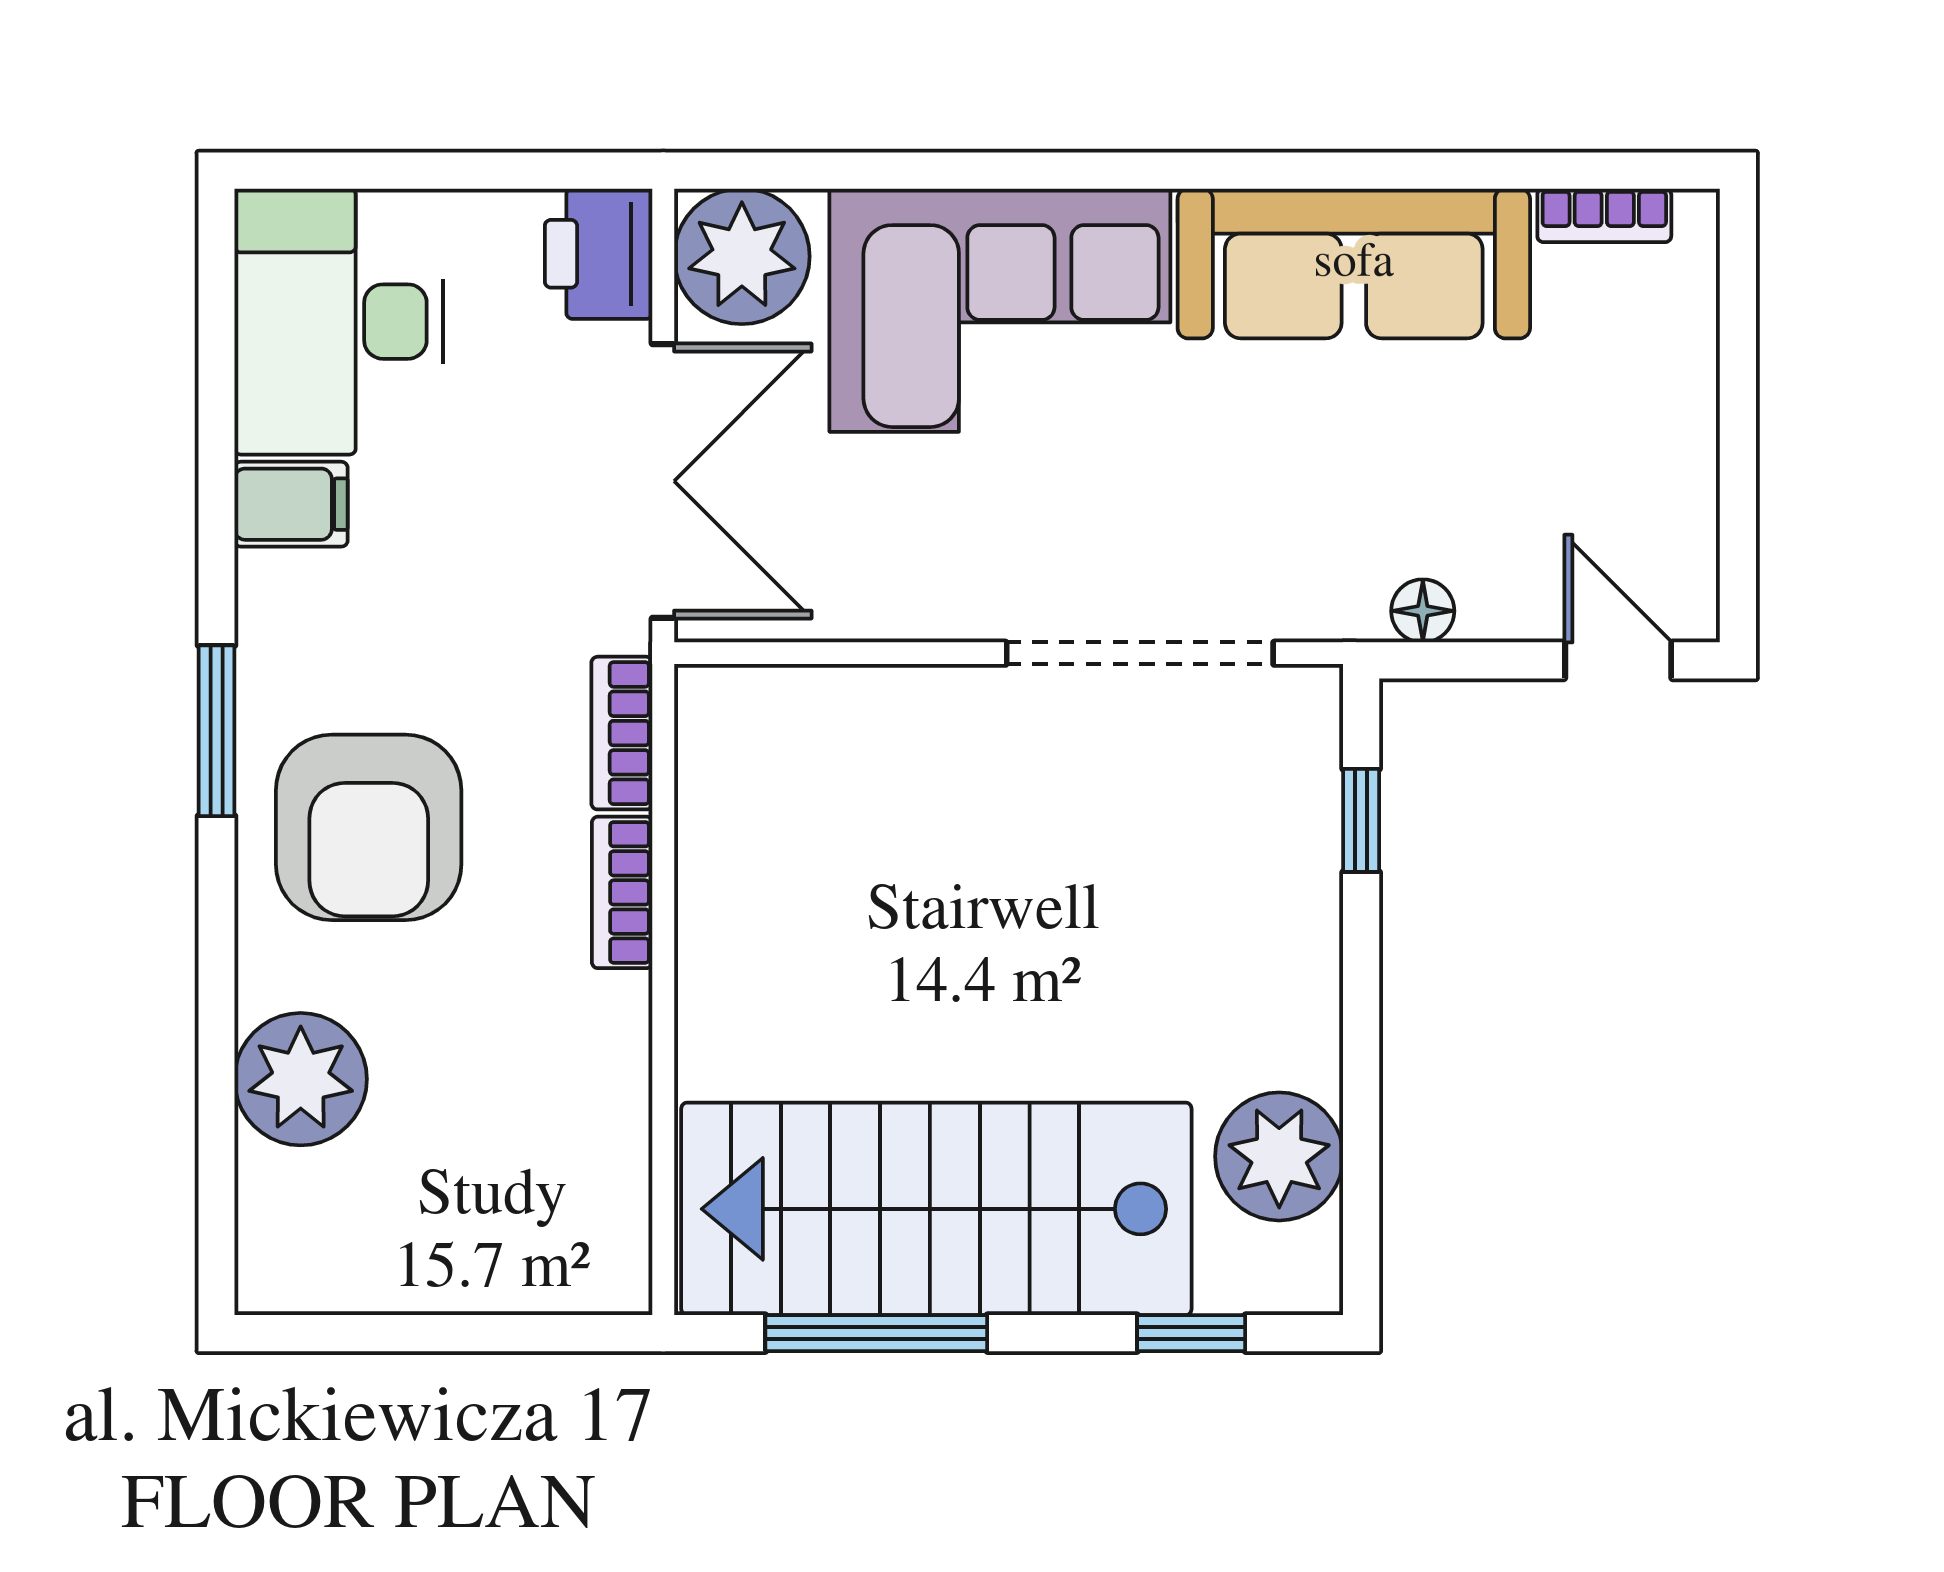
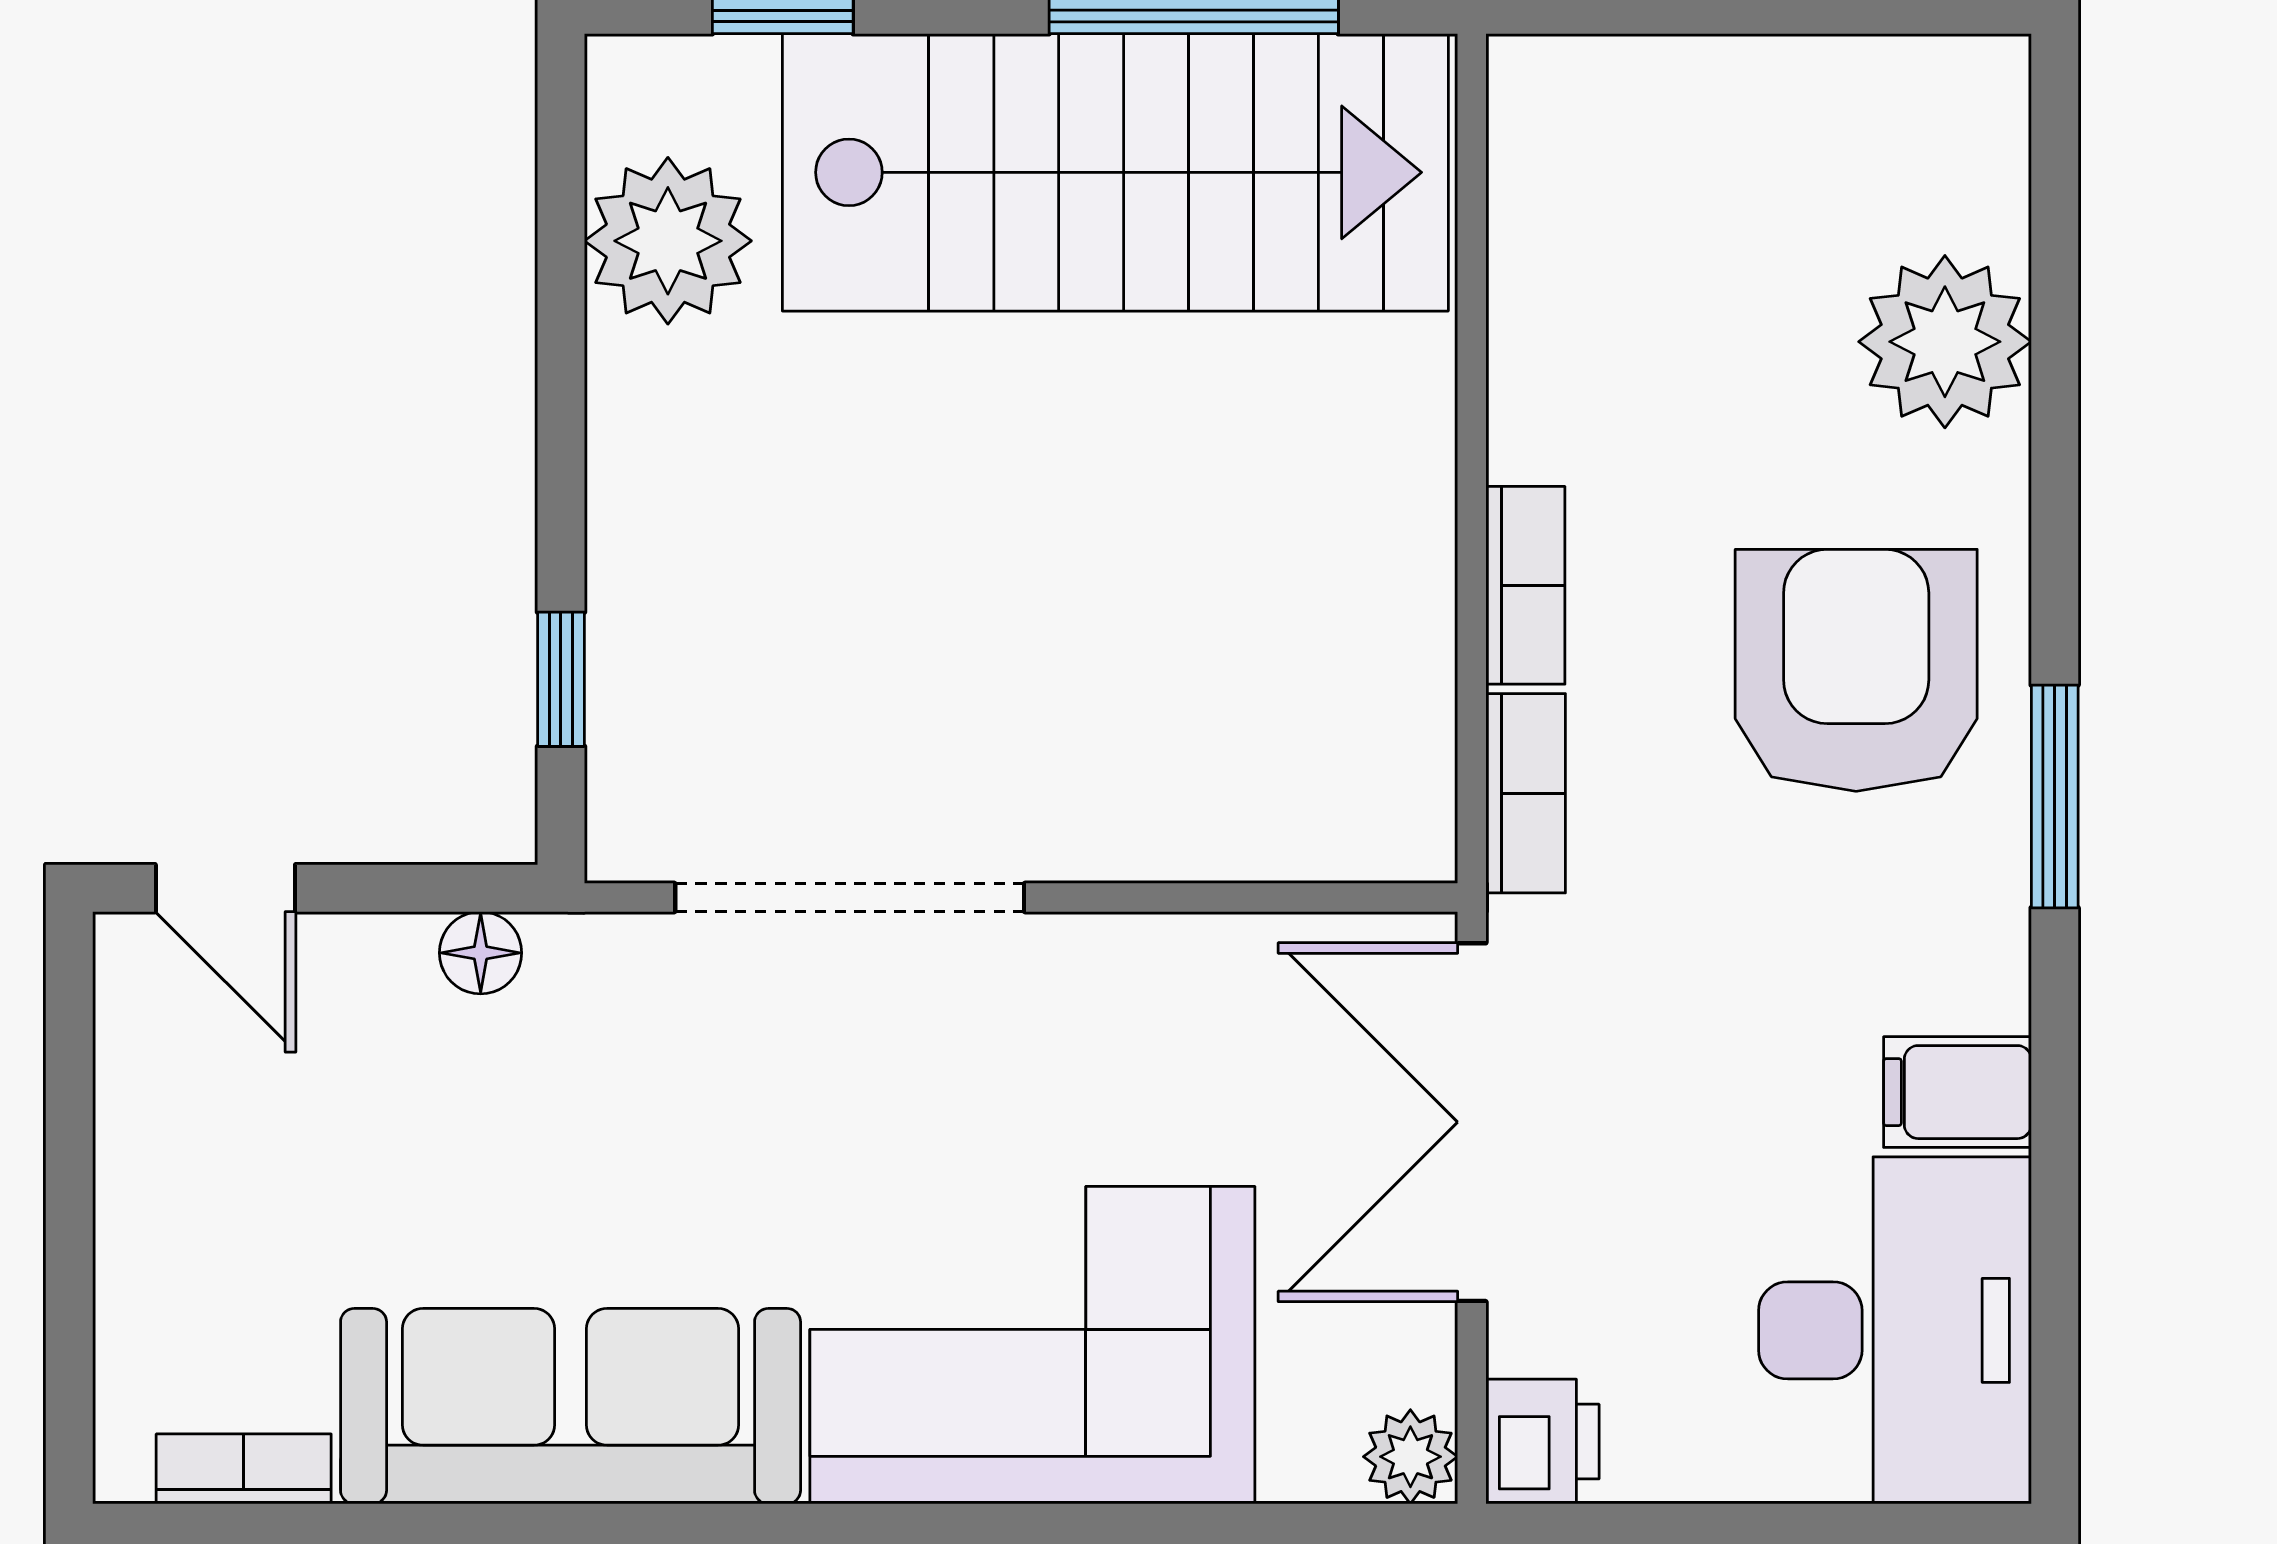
printer: (599, 254) -> (1542, 1442), width x0.73, depth x0.81
plant: (742, 256) -> (1410, 1457), width x0.53, depth x0.53

